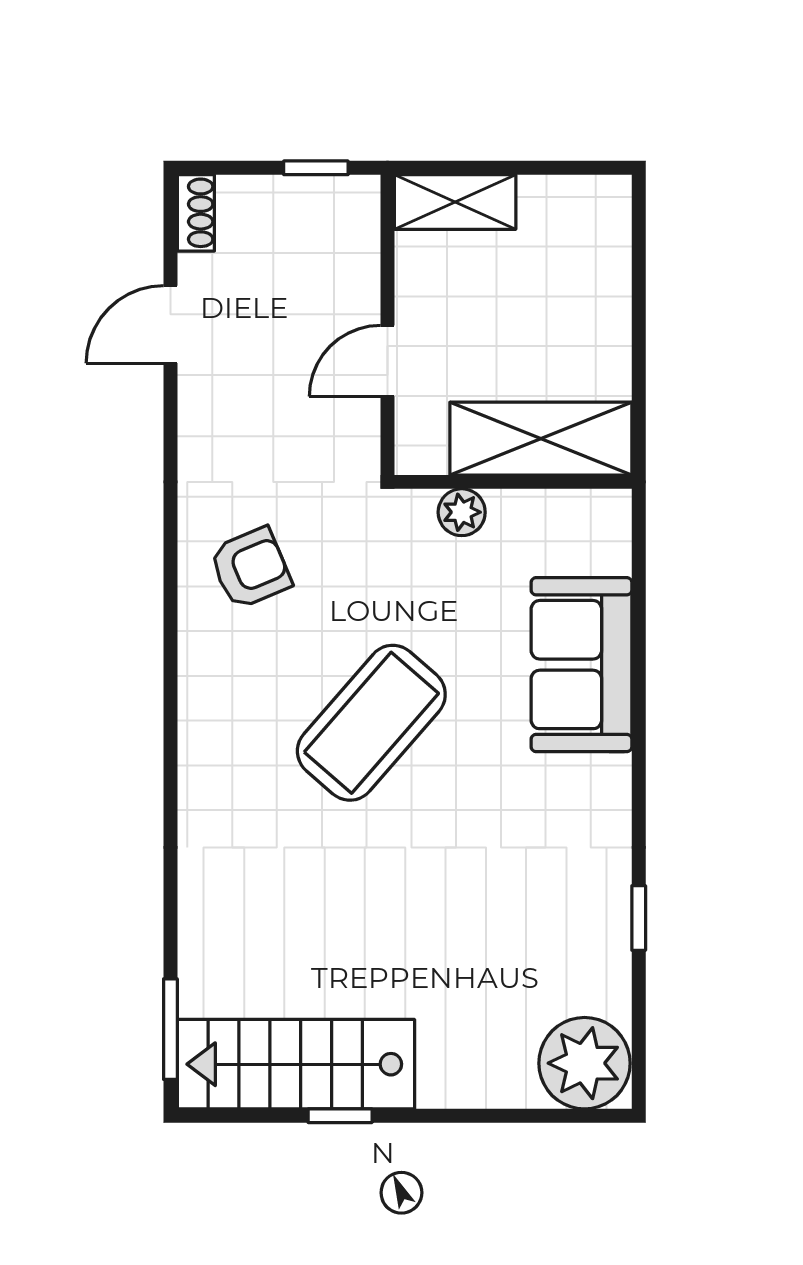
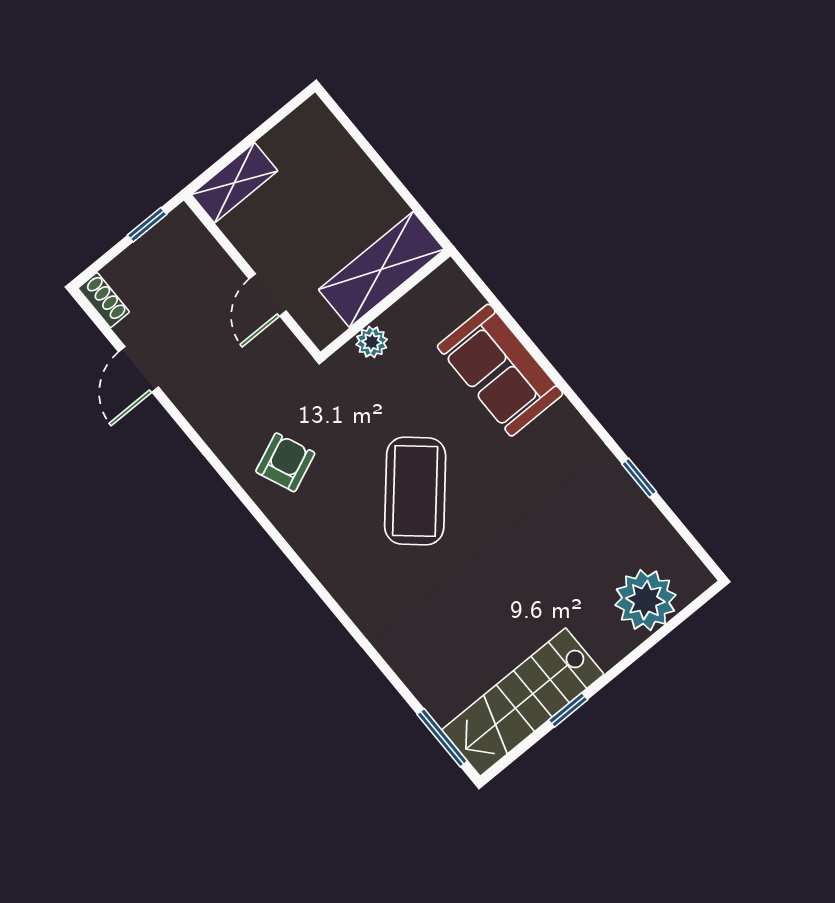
plant: (585, 1063) -> (645, 600), moved

